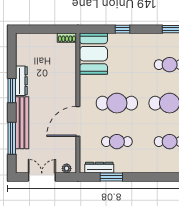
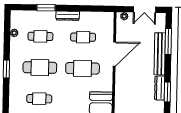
window: (12, 91) -> (167, 92), moved
dresser: (99, 168) -> (68, 16), moved
window: (111, 177) -> (46, 8), moved

